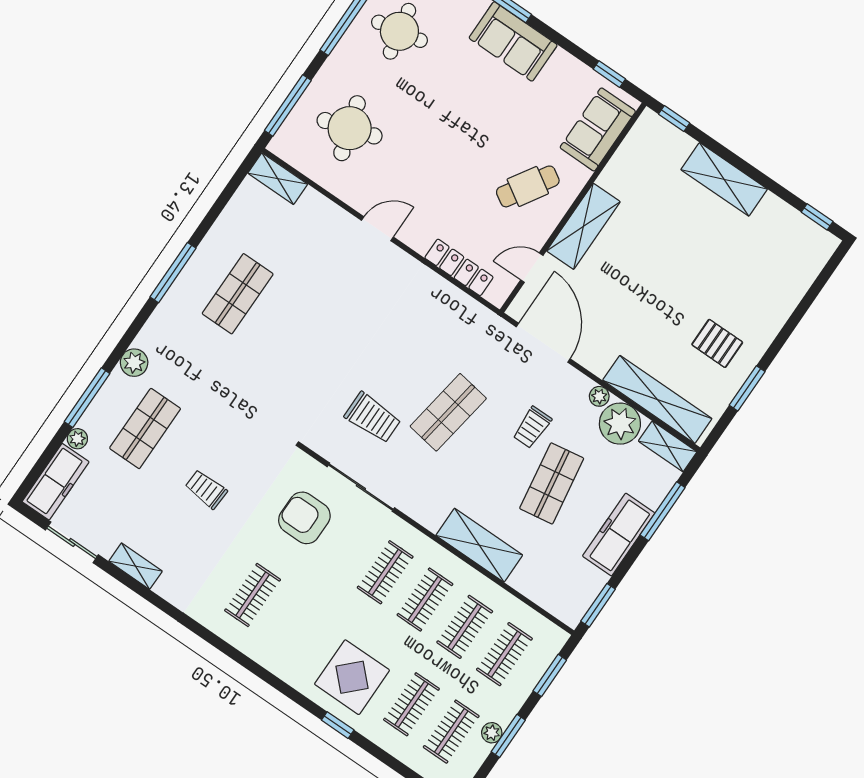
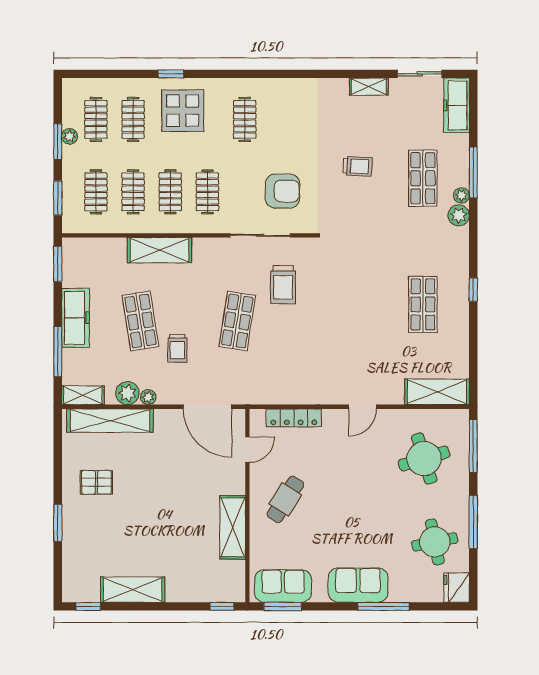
window: (609, 74) -> (283, 606), width x1.50
sofa: (598, 129) -> (283, 586), moved, turned -90
shelving: (278, 179) -> (437, 392), width x1.50, depth x1.33
shelving: (724, 179) -> (133, 590), moved
shelving: (583, 226) -> (233, 527), moved
window: (173, 273) -> (473, 290), width x0.46
window: (747, 388) -> (58, 523), moved
trolley: (373, 418) -> (283, 285), turned -90
plant: (620, 424) -> (127, 393), width x0.73, depth x0.73
trolley: (532, 427) -> (177, 348), turned 180
plant: (77, 439) -> (461, 195), moved
clothes rail: (253, 595) -> (245, 119), moved

